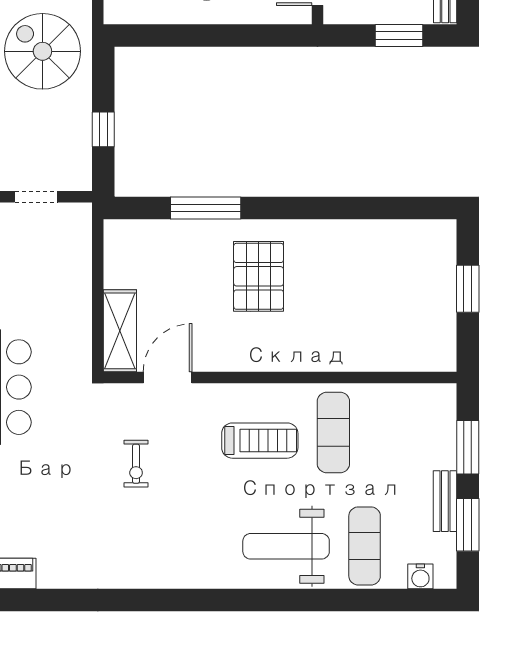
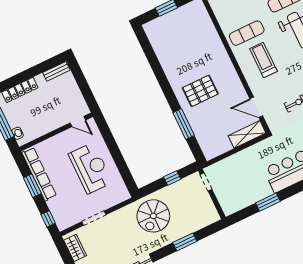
window: (399, 35) -> (81, 81), removed
doorway: (36, 197) -> (206, 182), moved

